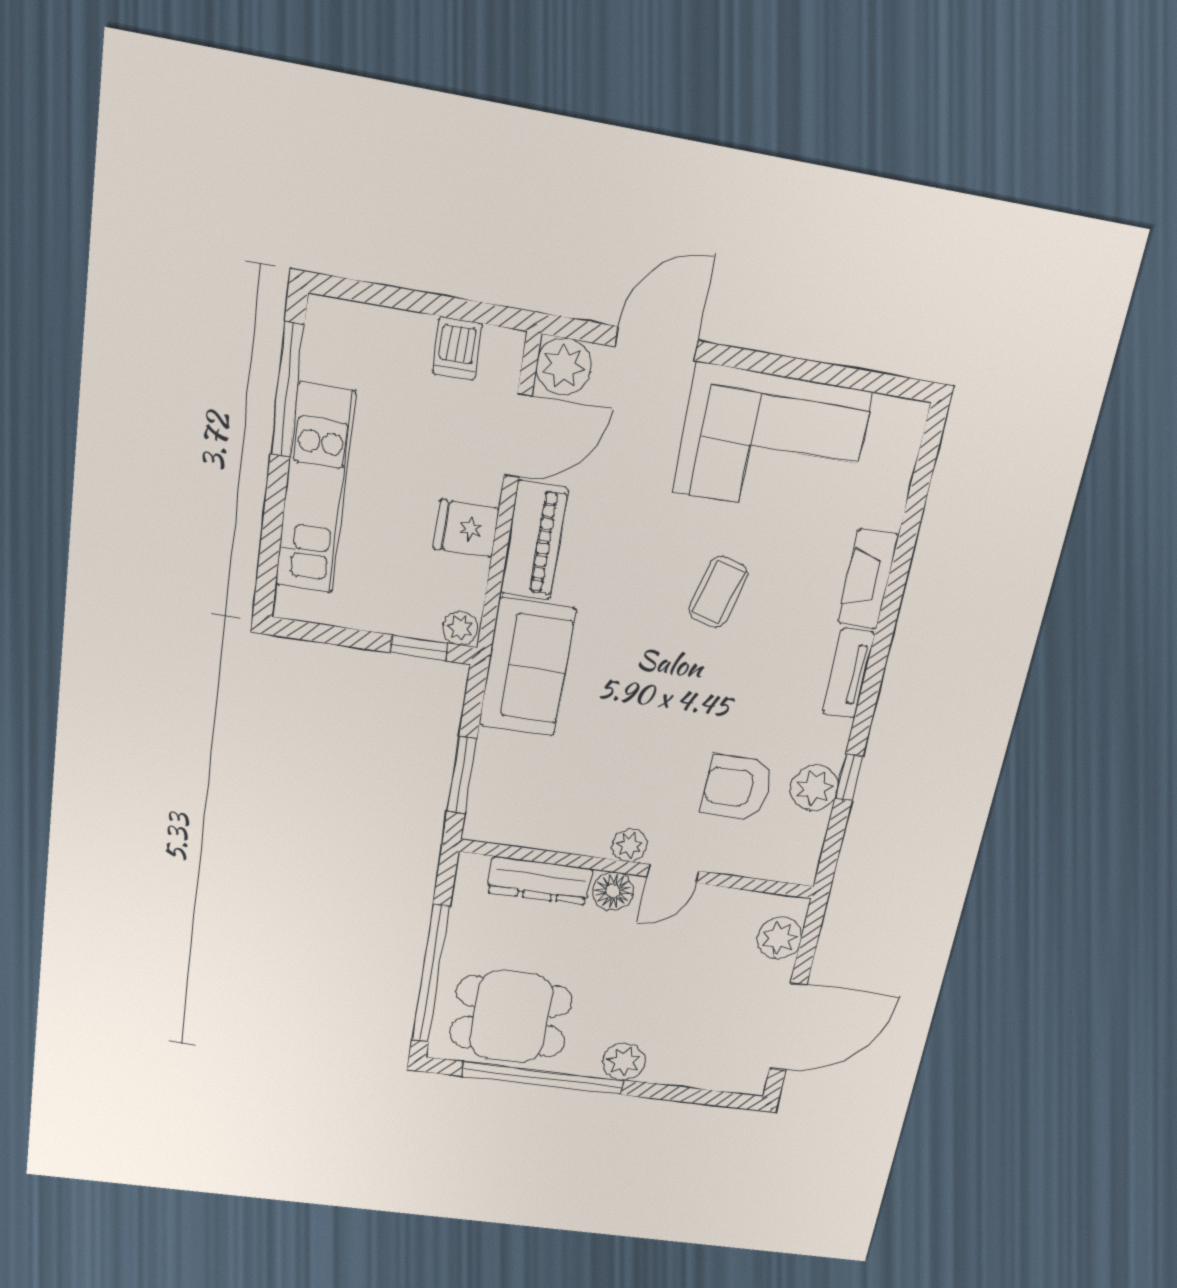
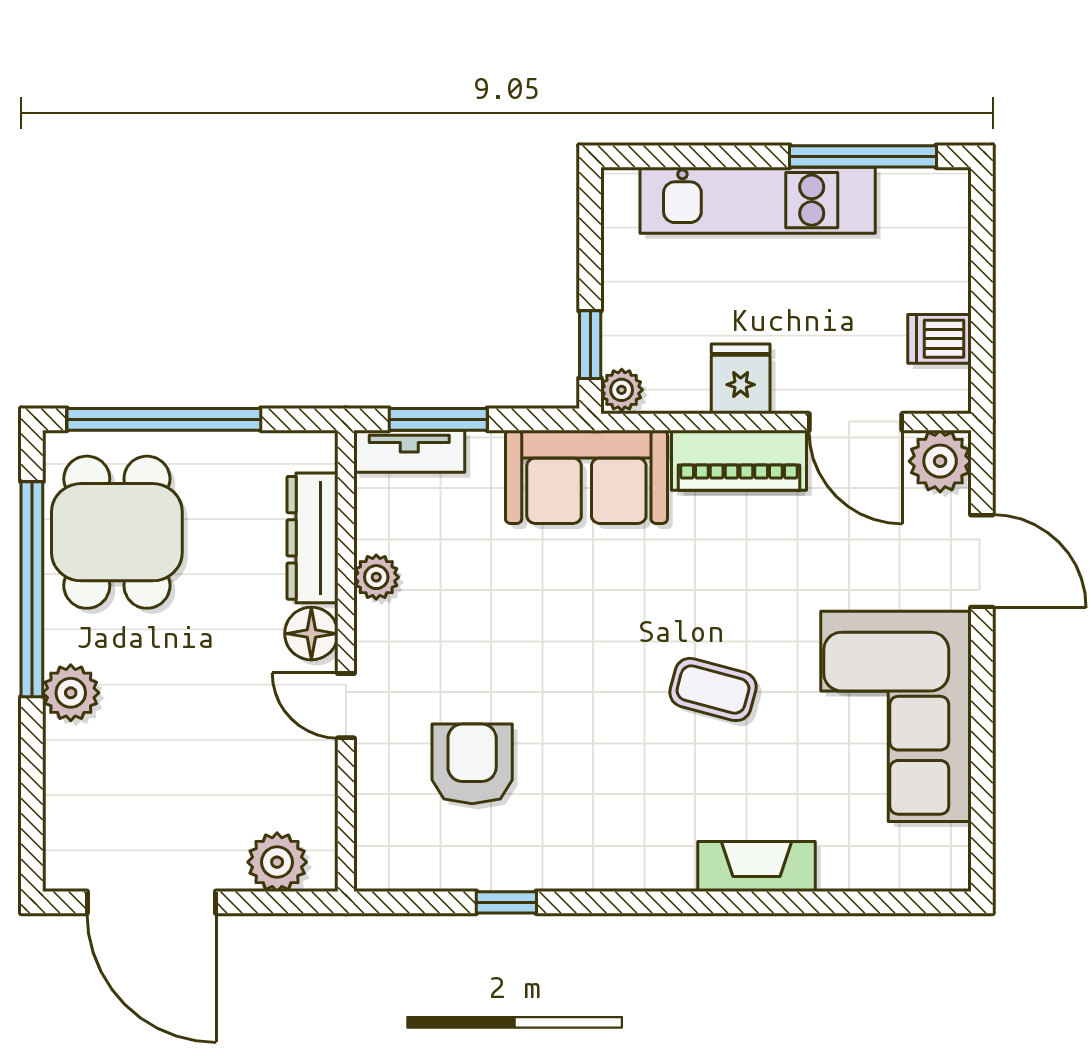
tv unit: (848, 673) -> (409, 451), moved, turned 180
plant: (814, 788) -> (486, 861), removed
plant: (630, 845) -> (376, 577), moved

